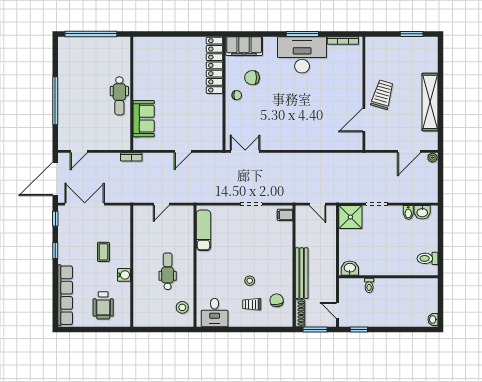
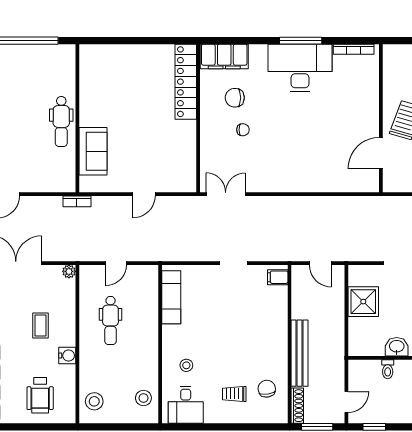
chair: (237, 95) -> (243, 130), moved
plant: (125, 211) -> (69, 271), added
shower: (350, 217) -> (363, 302), moved
washbasin: (350, 268) -> (397, 347), moved
dental chair: (168, 271) -> (111, 320), moved, turned 180
stool: (250, 281) -> (186, 365), moved
stool: (145, 310) -> (94, 401), added
door: (338, 310) -> (346, 402), swing flipped

